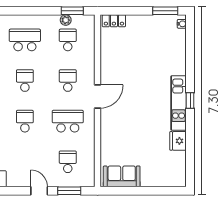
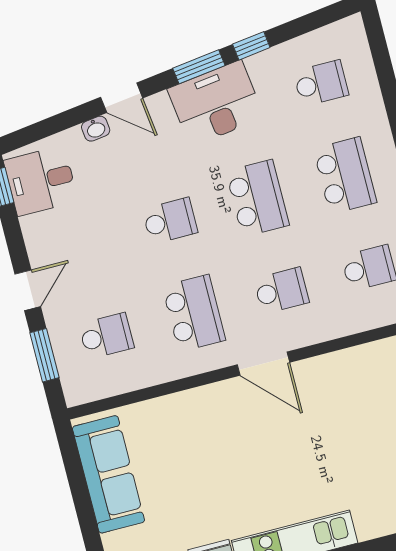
school desk: (25, 81) -> (257, 198), width x1.85
sofa: (122, 176) -> (108, 474), width x1.36

